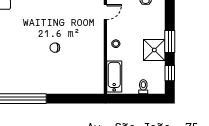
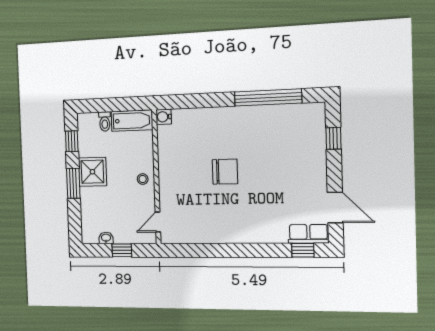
chair: (55, 48) -> (225, 172), width x1.87, depth x1.87
bathtub: (114, 76) -> (132, 121), moved, turned -90
water cooler: (98, 88) -> (164, 117), added

